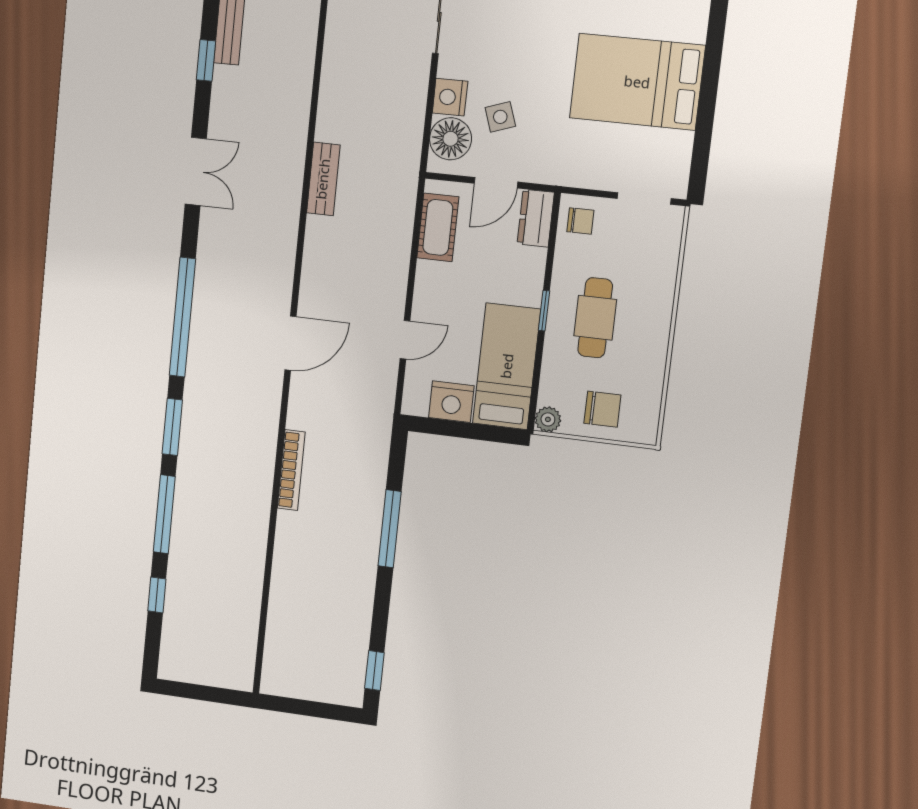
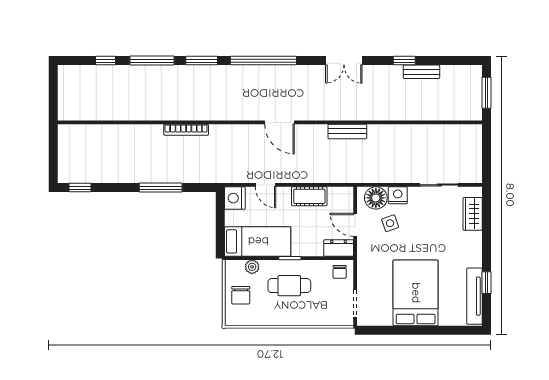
cot: (438, 227) -> (309, 196), moved
door: (290, 343) -> (280, 122), moved
nightstand: (451, 402) -> (235, 198), moved
plant: (548, 419) -> (252, 267), moved

